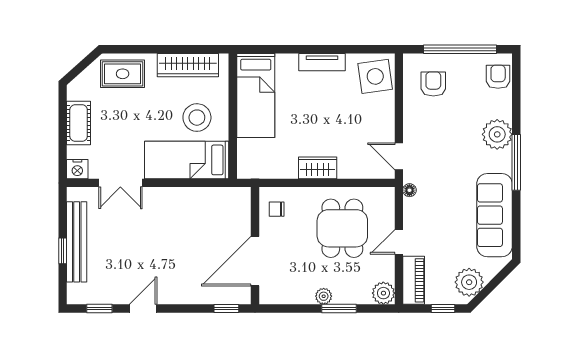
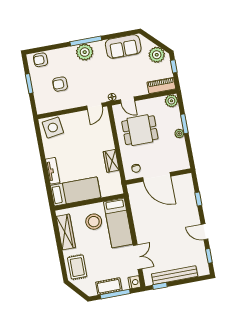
window: (460, 49) -> (29, 84), width x0.47
tv unit: (322, 62) -> (53, 171), moved
armchair: (433, 84) -> (60, 84), moved
window: (63, 132) -> (115, 294), added
plant: (497, 134) -> (85, 52), moved
wardrobe: (318, 168) -> (111, 161), moved
sofa: (495, 215) -> (123, 46), width x0.73
door: (399, 242) -> (128, 100), moved
window: (63, 251) -> (160, 286), moved
door: (255, 261) -> (157, 177), moved
window: (226, 308) -> (198, 199), moved

